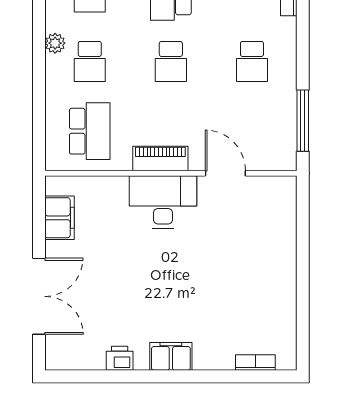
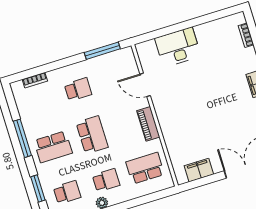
school desk: (171, 61) -> (92, 135), width x1.85
door: (225, 173) -> (145, 85), hinge flipped
desk: (163, 202) -> (178, 47), moved, turned 90

